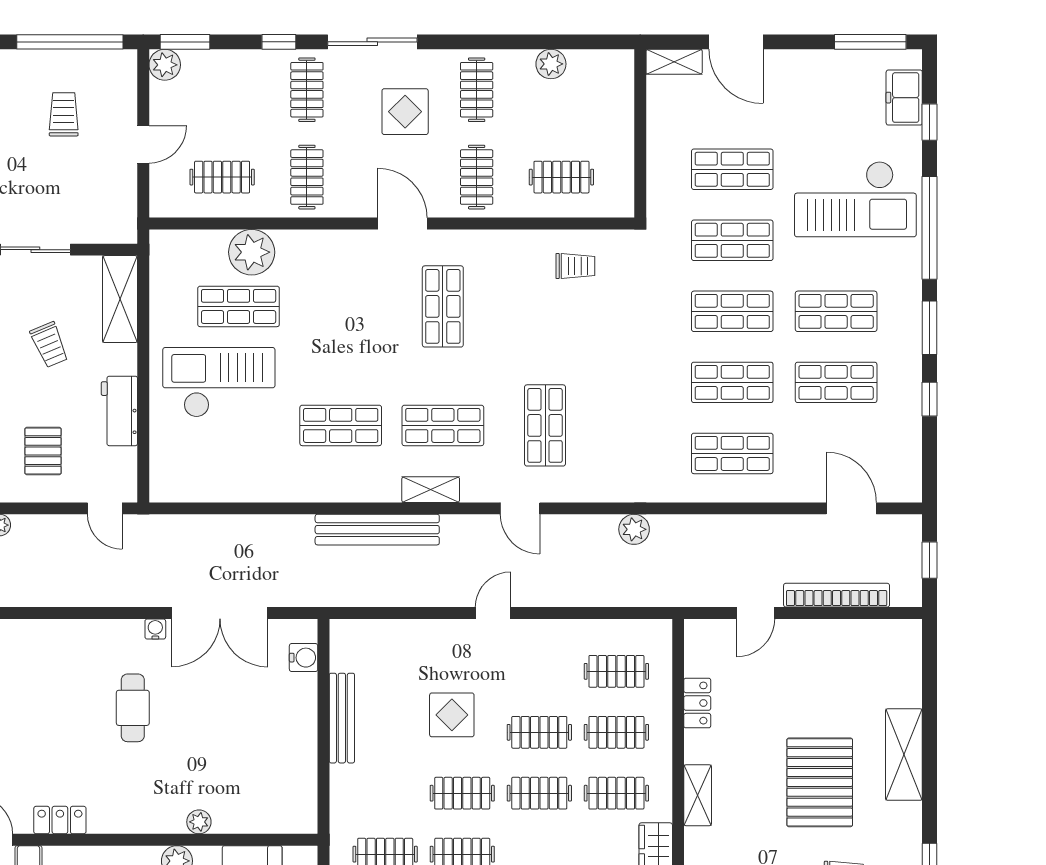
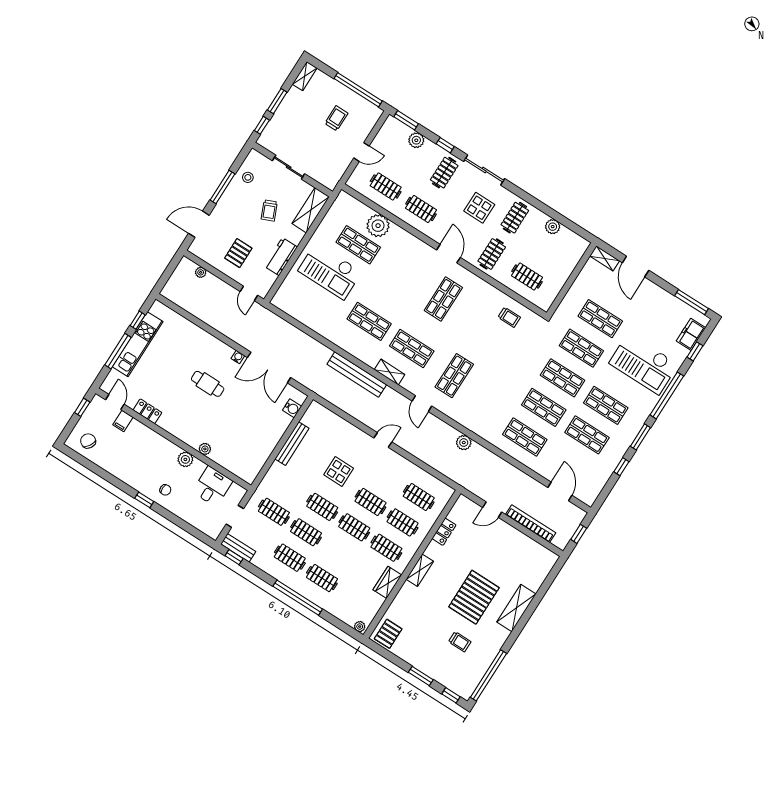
plant: (165, 65) -> (416, 140), moved
clothes rail: (307, 177) -> (421, 209), turned 90
checkout: (219, 382) -> (330, 271), turned 180
cafe table: (133, 708) -> (208, 384), turned 90

